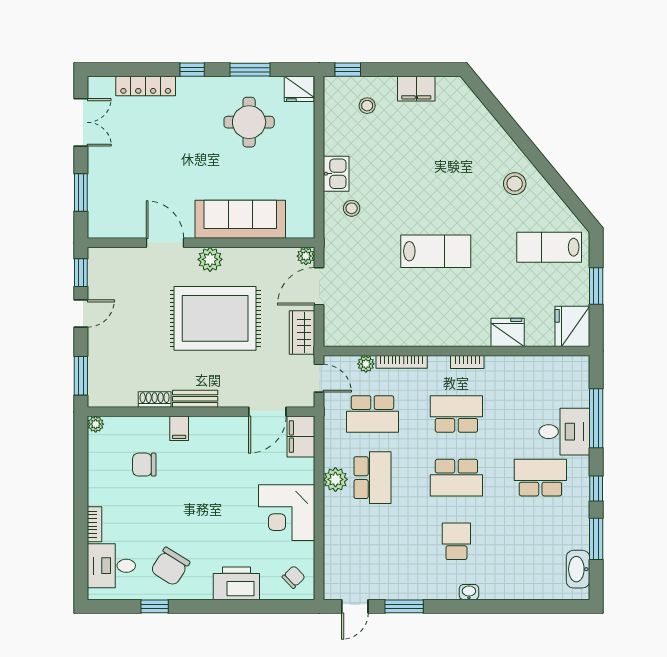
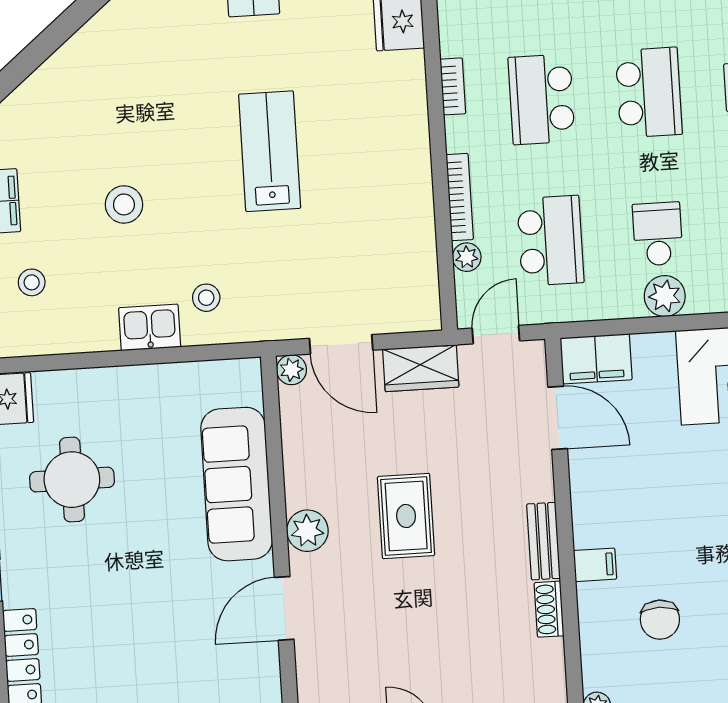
stool: (515, 184) -> (124, 204), moved
rug: (215, 318) -> (406, 516), width x0.54, depth x0.49
school desk: (372, 478) -> (658, 234), width x0.54

